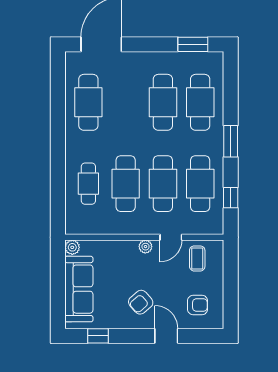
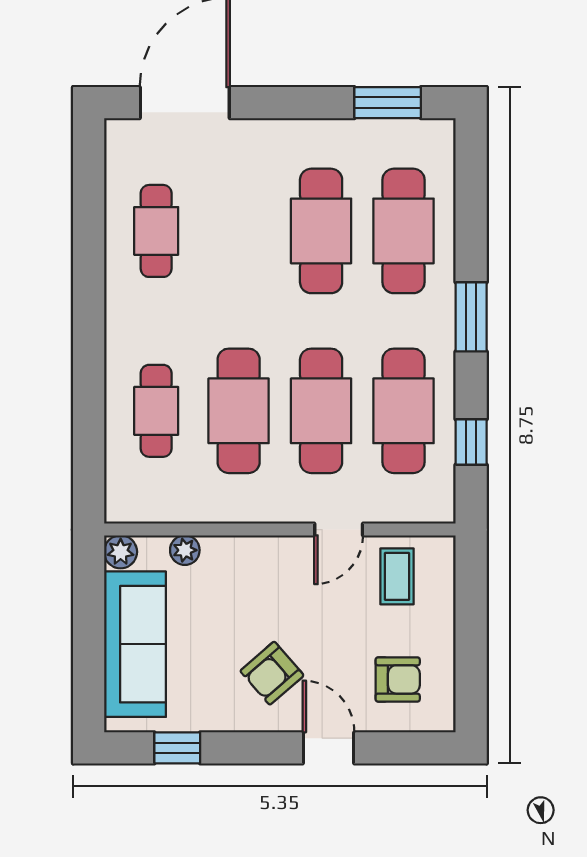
cafe table: (88, 102) -> (156, 231), width x0.73, depth x0.74
plant: (145, 247) -> (185, 550), moved

